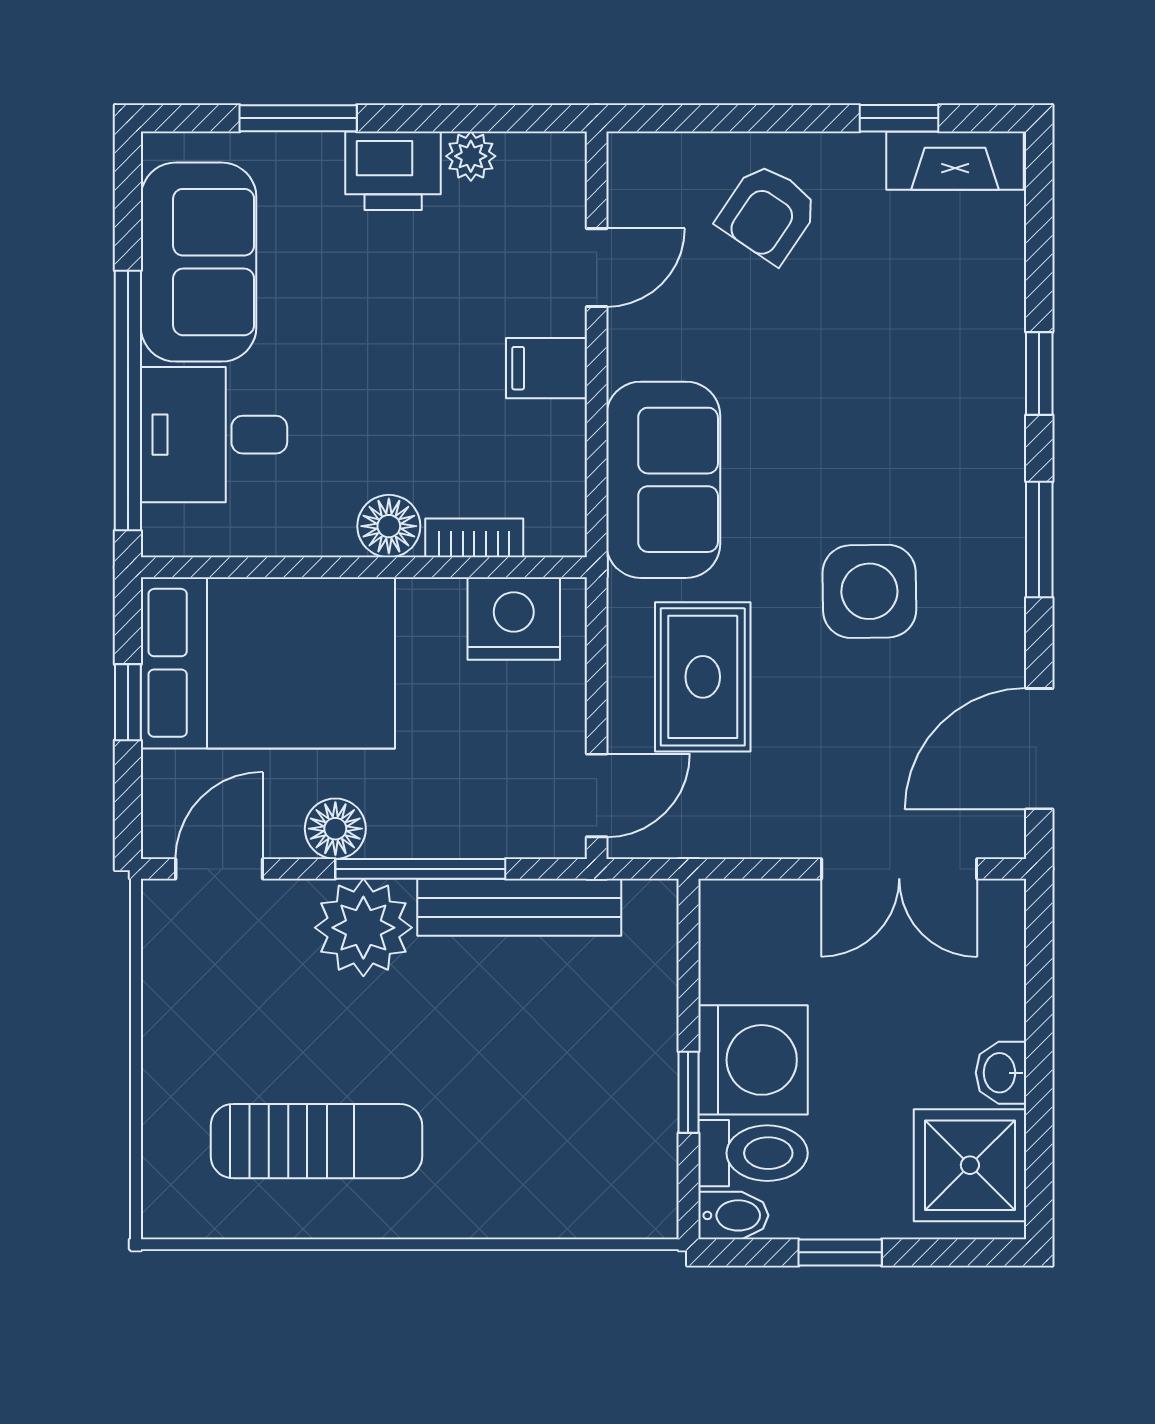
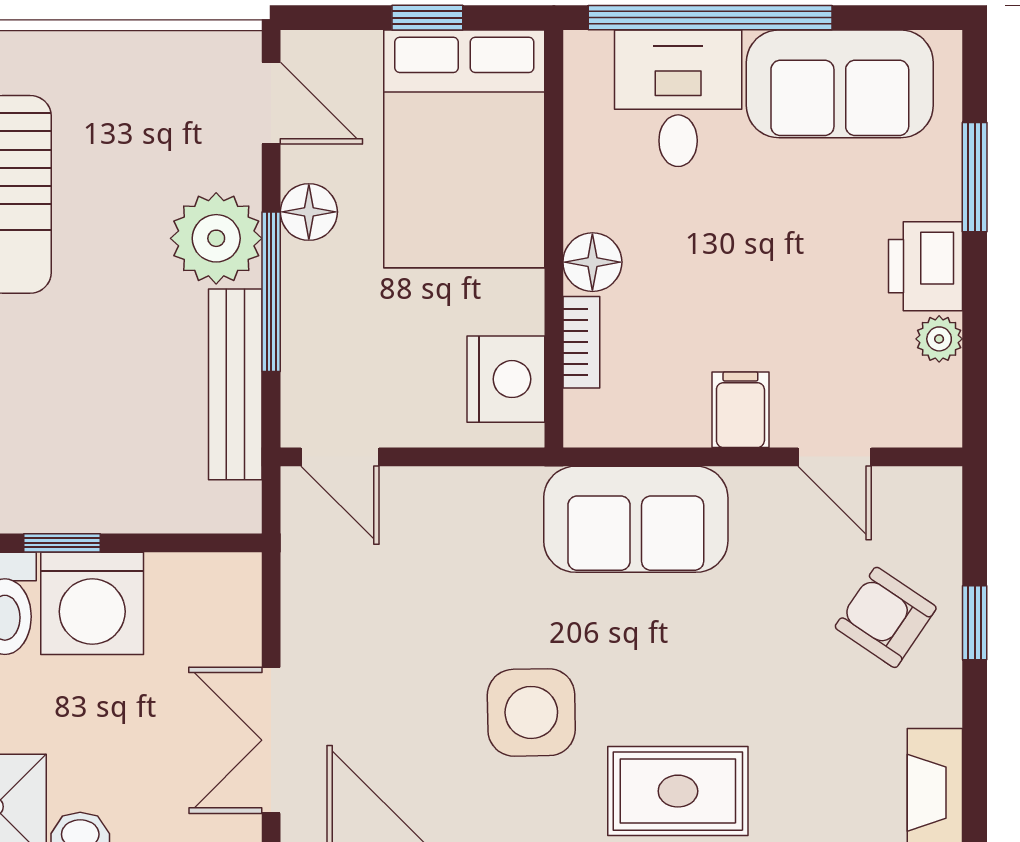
window: (899, 118) -> (975, 623), moved
rug: (703, 677) -> (678, 791), moved

